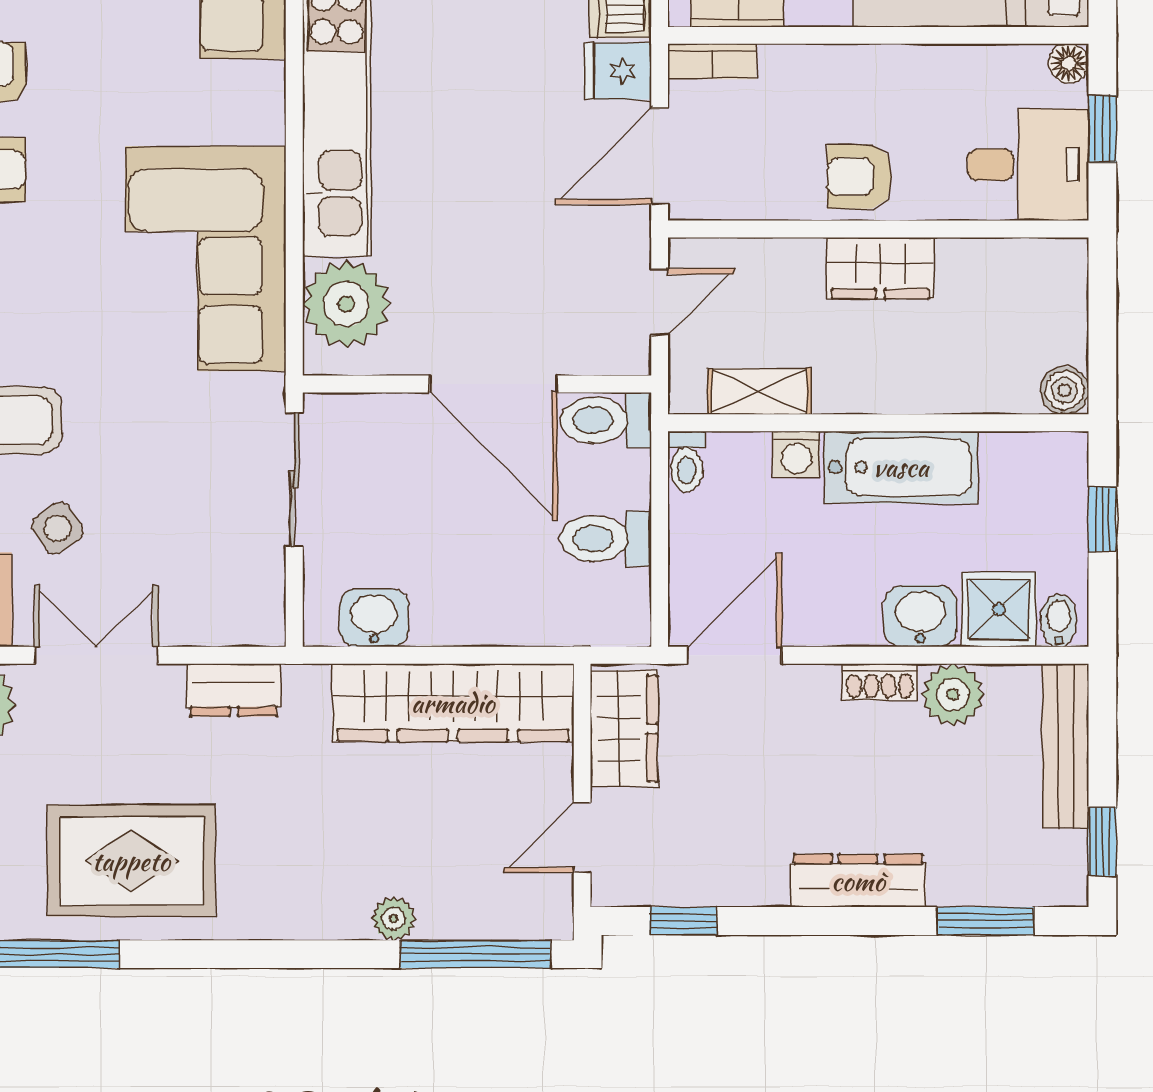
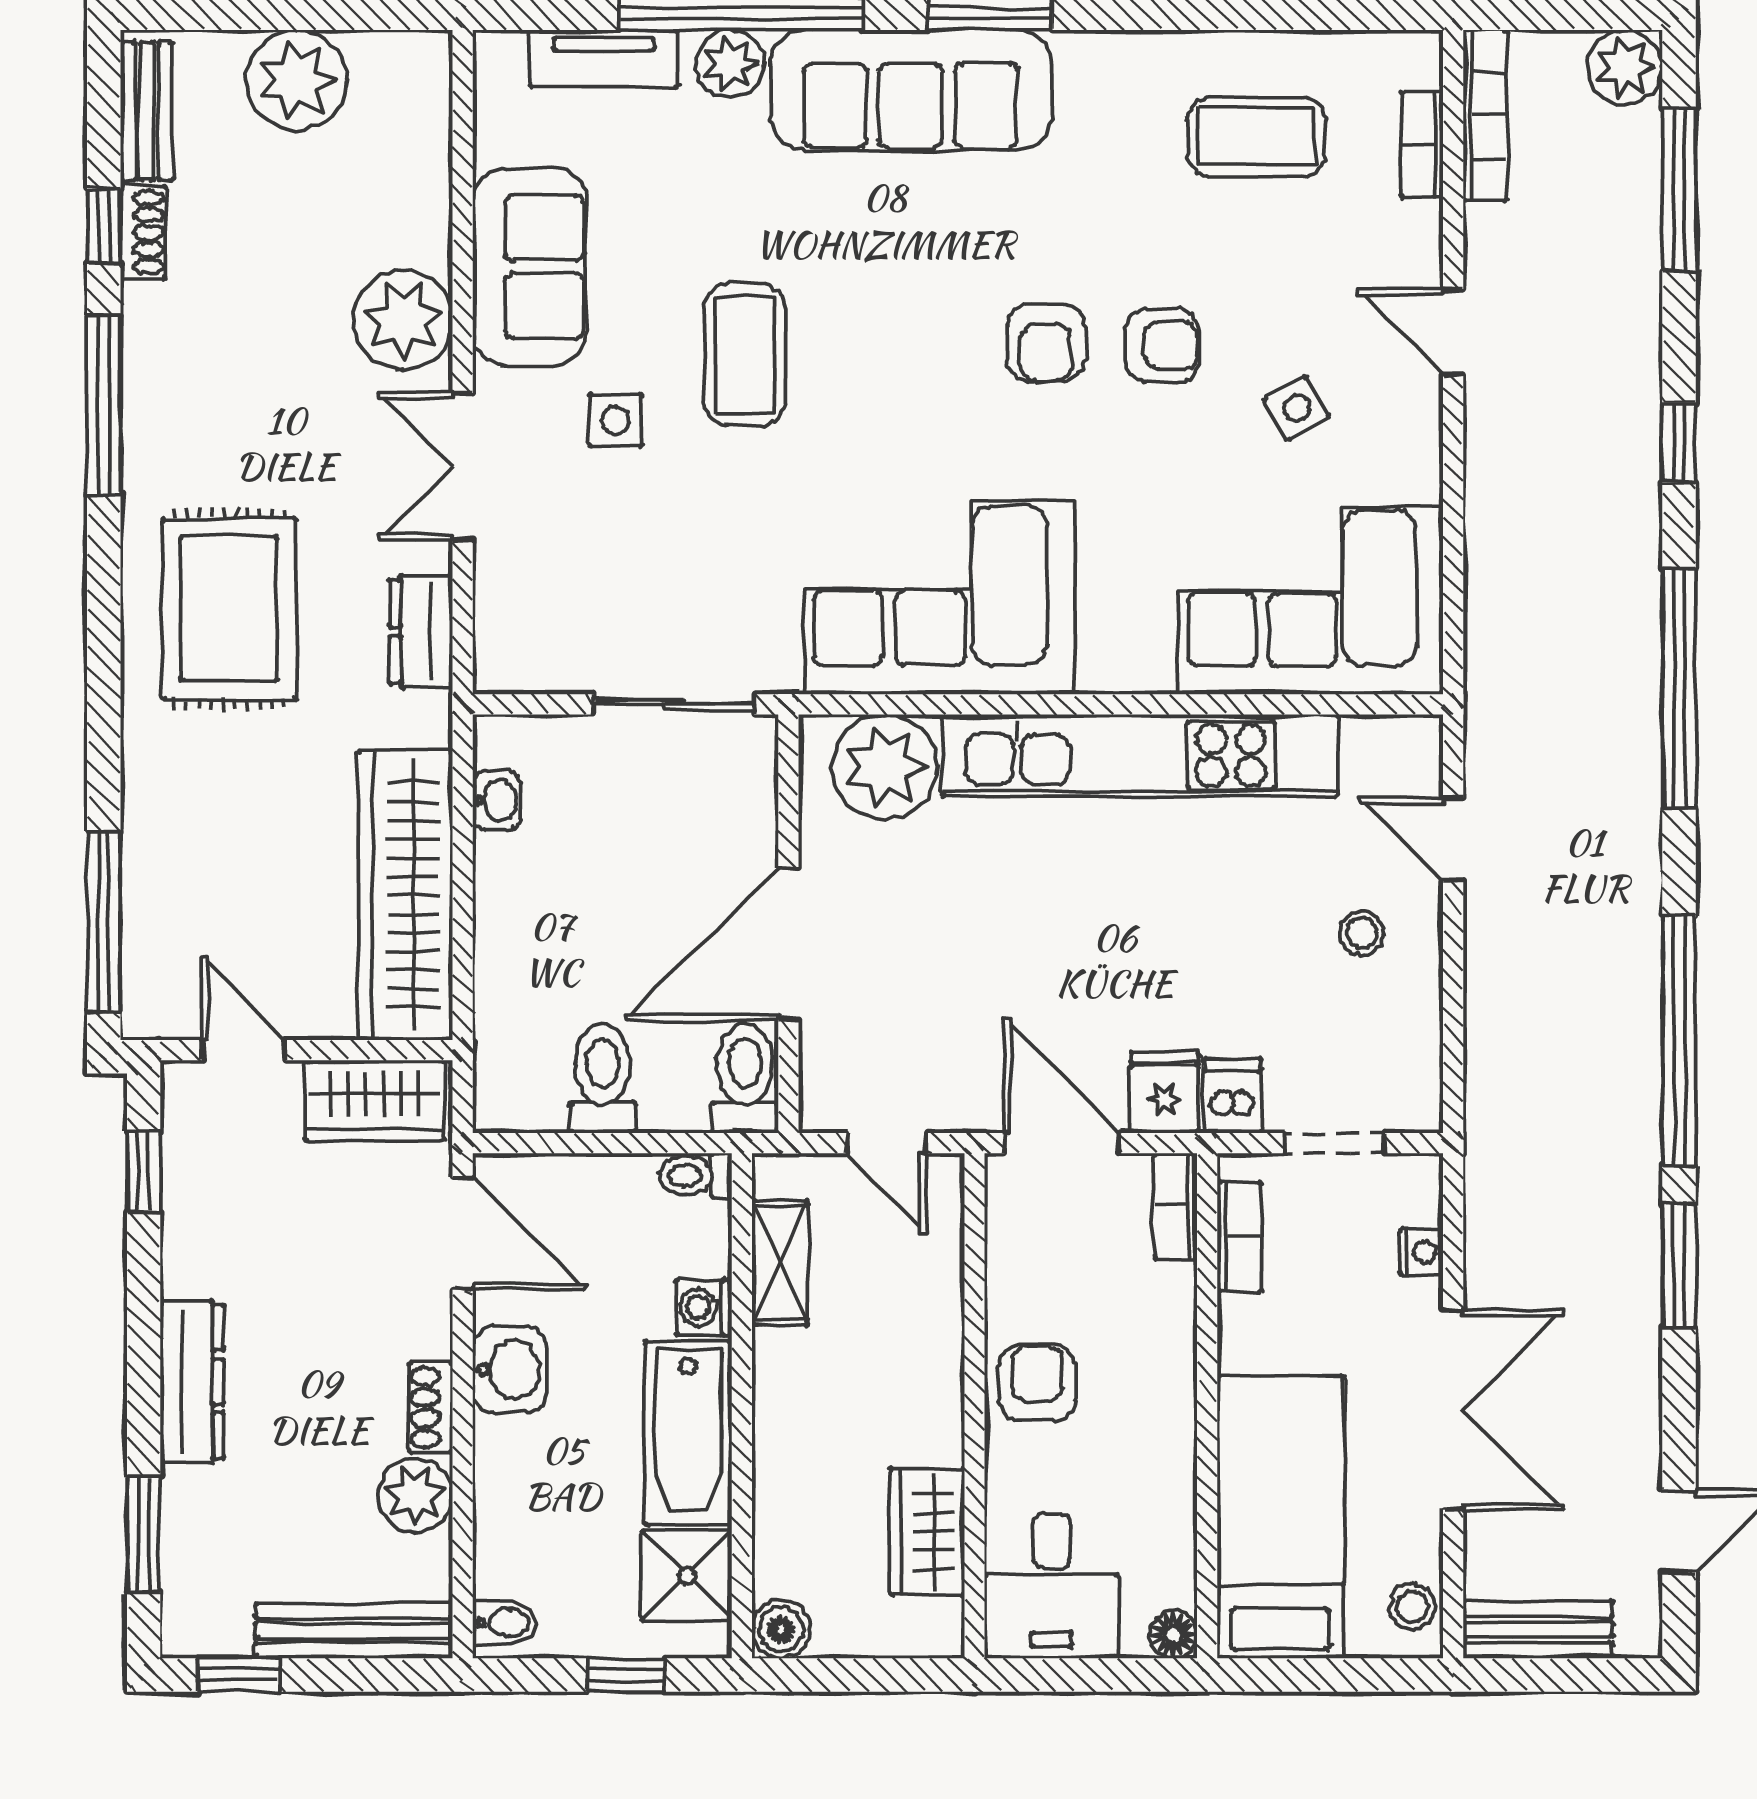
window: (1102, 129) -> (1095, 1675), removed
wardrobe: (880, 268) -> (928, 1532), moved
side table: (58, 528) -> (615, 420), turned 35
shower: (999, 609) -> (687, 1576), moved
washbasin: (920, 616) -> (510, 1369), moved
washbasin: (374, 618) -> (497, 800), width x0.72, depth x0.69
double door: (96, 655) -> (463, 467), swing flipped
rug: (131, 861) -> (229, 609), moved
plant: (394, 919) -> (147, 824), removed

